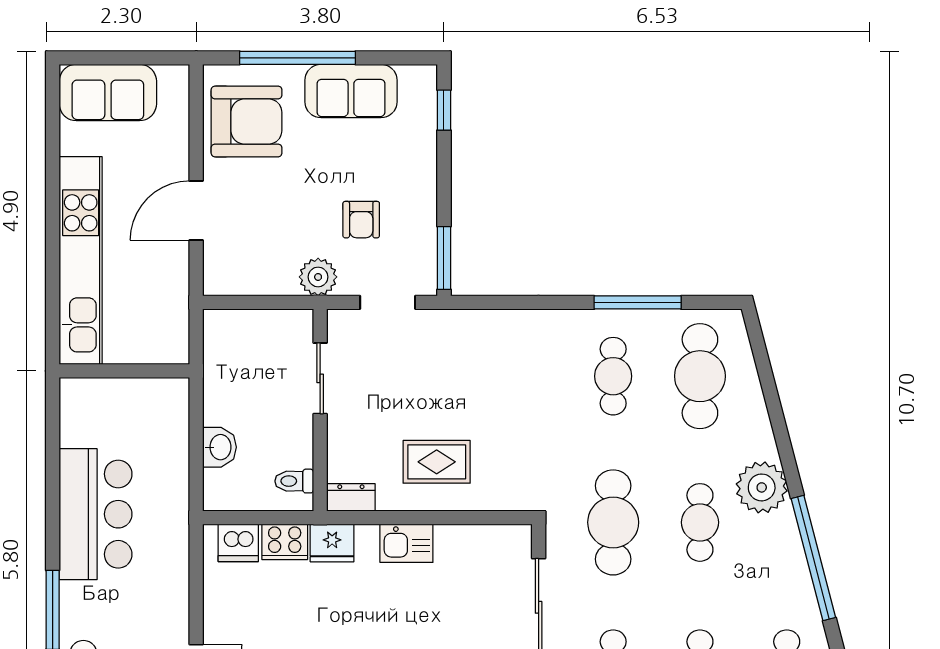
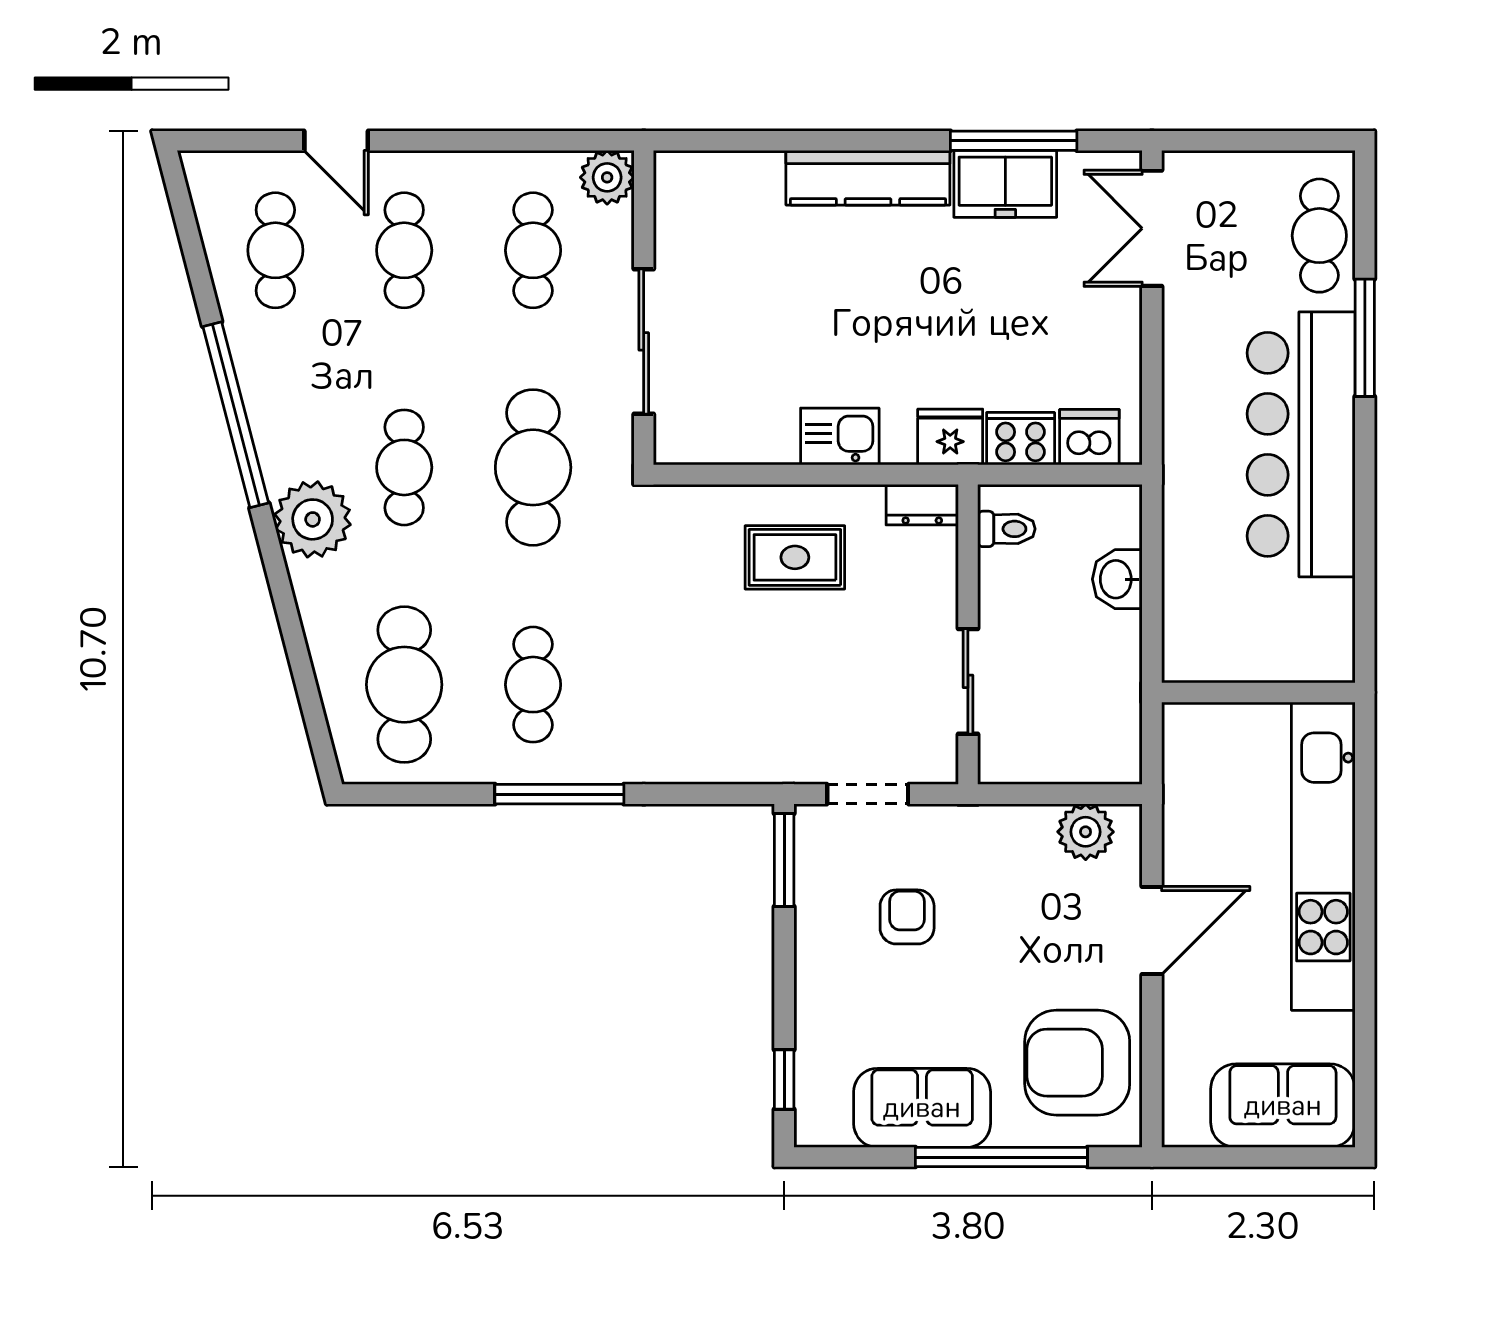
plant: (318, 277) -> (1086, 832), moved
window: (638, 302) -> (559, 794), moved
bar counter: (96, 514) -> (1301, 444), width x1.36

